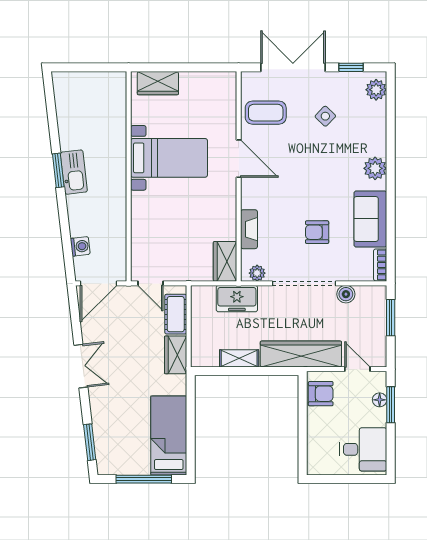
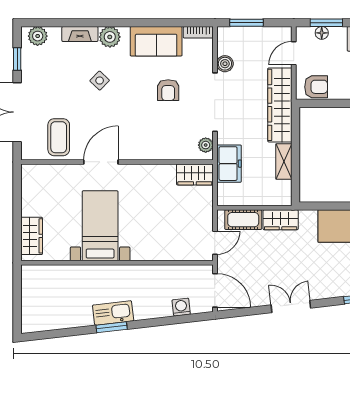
side table: (325, 116) -> (100, 81), moved
fireplace: (249, 229) -> (80, 34), moved, turned 180
armchair: (321, 394) -> (316, 87), turned 90

